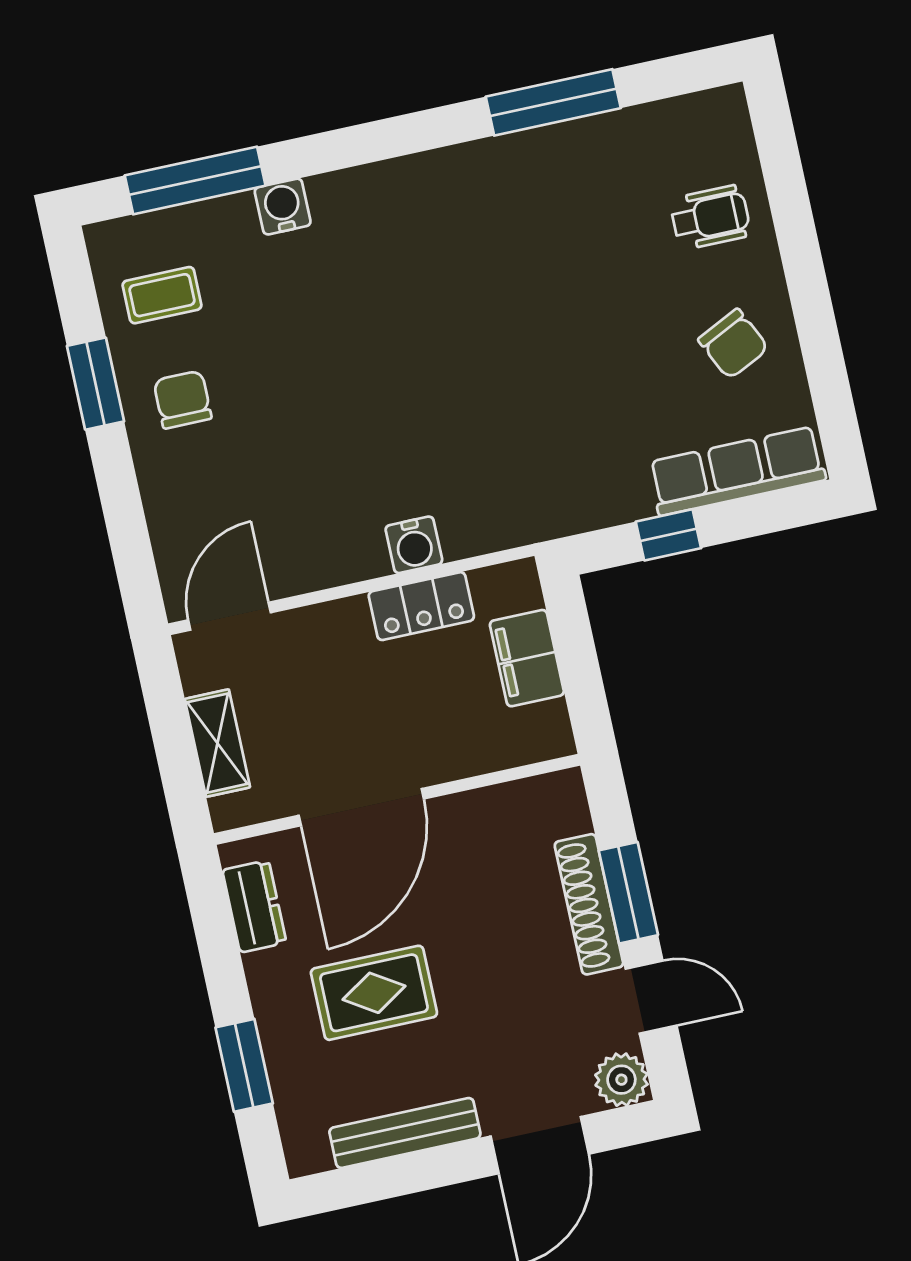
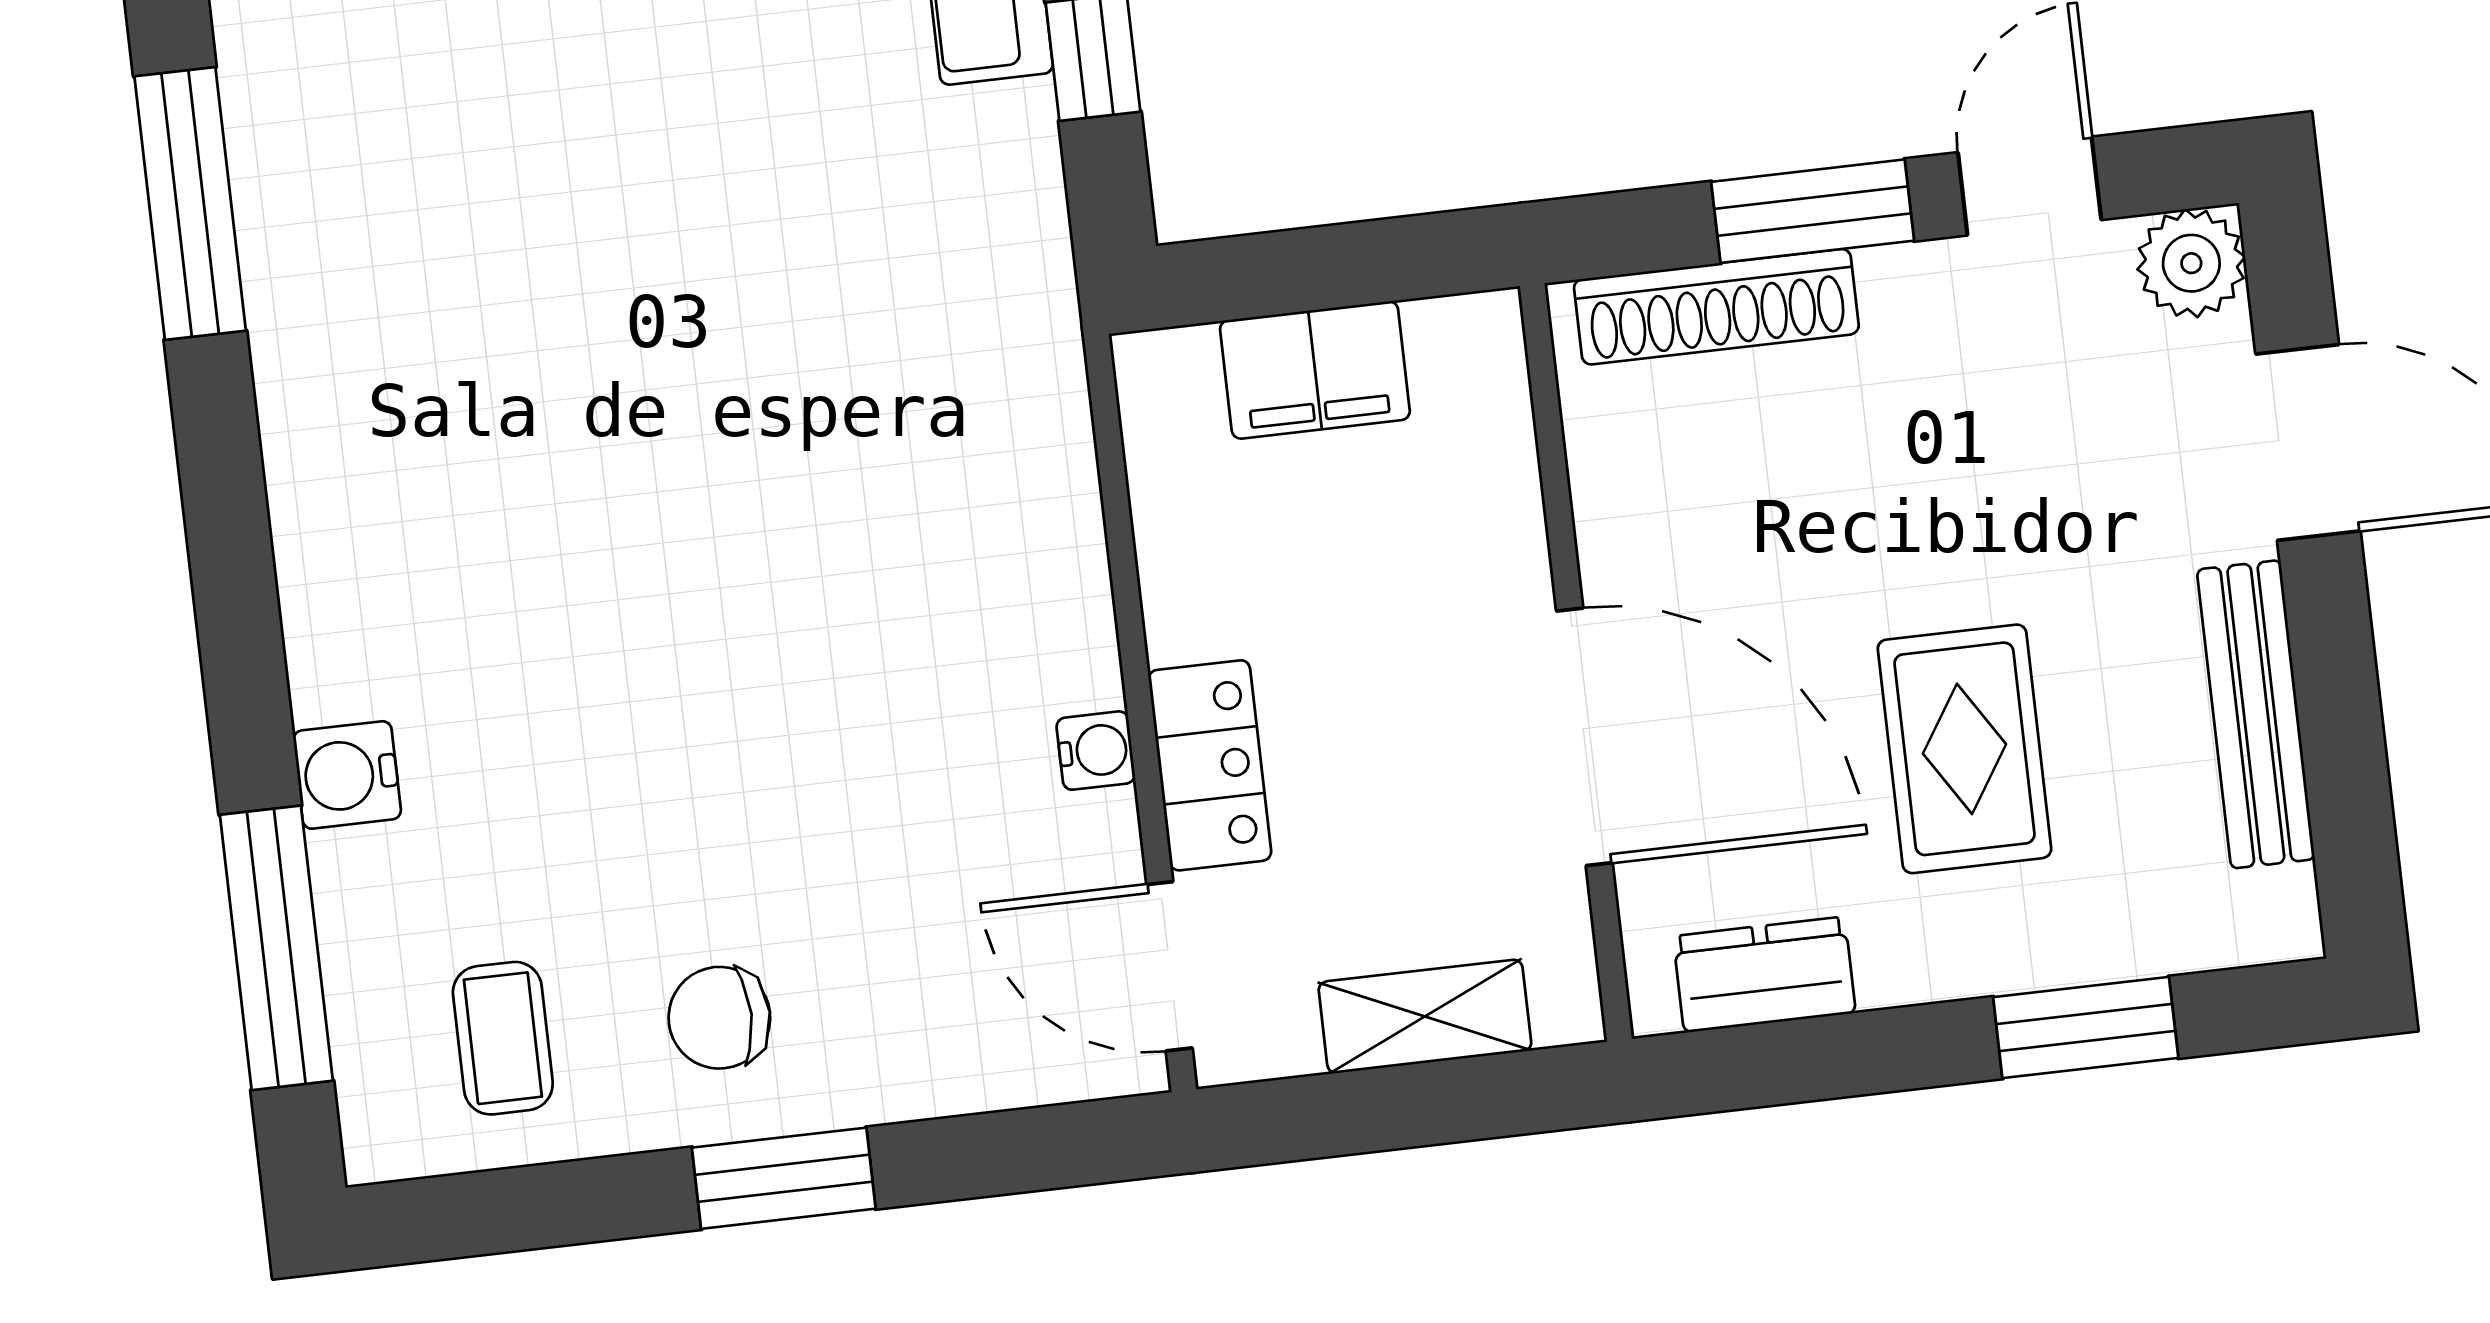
window: (96, 384) -> (784, 1178), moved
water cooler: (414, 545) -> (1096, 751), moved, width x0.72, depth x0.72
locker: (421, 606) -> (1210, 765), moved
shoe rack: (589, 904) -> (1716, 307), moved

